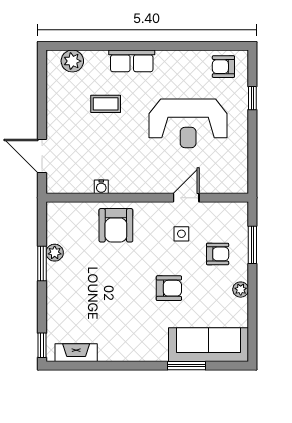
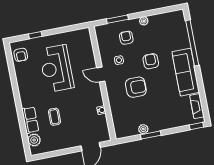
row of seats: (132, 61) -> (30, 120), moved
reception desk: (188, 123) -> (56, 68), turned 180
door: (186, 198) -> (101, 74), moved
armchair: (116, 225) -> (136, 87), moved
sofa: (209, 345) -> (186, 72), moved
window: (186, 366) -> (192, 43), width x2.11

